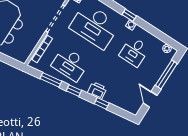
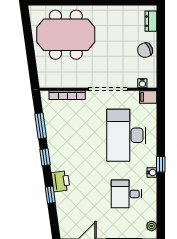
desk: (70, 64) -> (70, 135), removed

